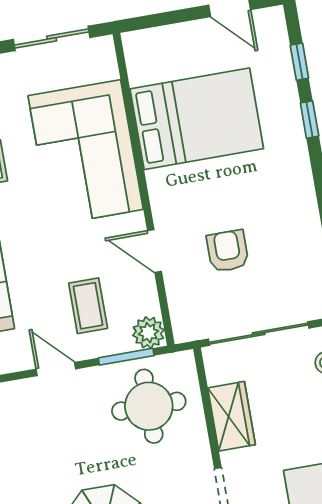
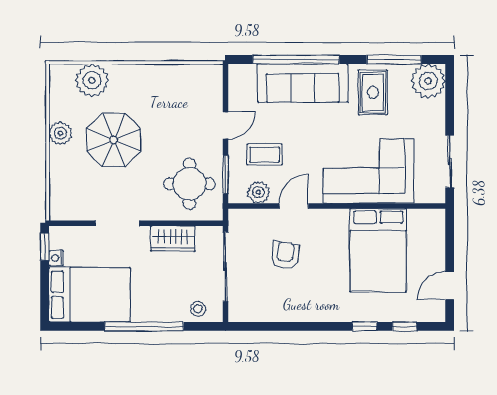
armchair: (228, 251) -> (285, 255), turned -82
plant: (148, 333) -> (258, 192), moved

